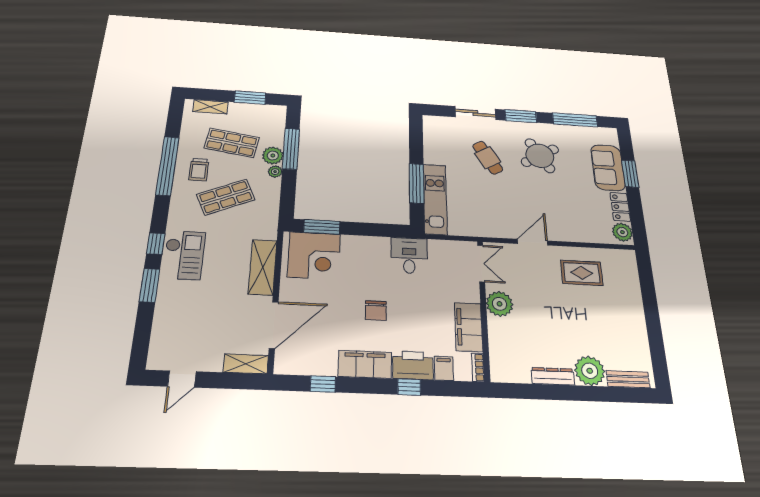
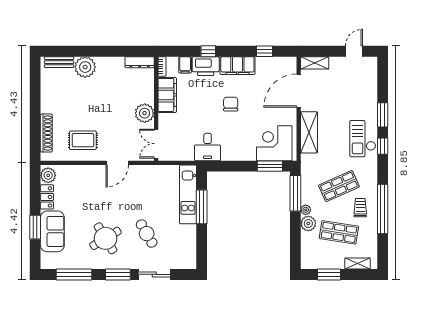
window: (291, 149) -> (295, 193), moved
shoe rack: (632, 284) -> (46, 133), added
dresser: (553, 376) -> (140, 62), moved

